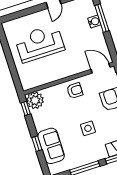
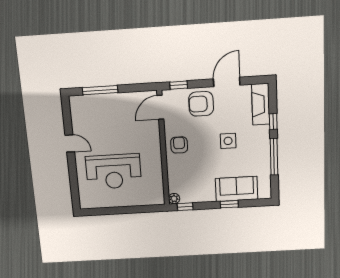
water cooler: (94, 22) -> (102, 100), removed
reception desk: (40, 43) -> (113, 172), turned -90
plant: (35, 100) -> (174, 199), width x0.53, depth x0.53

